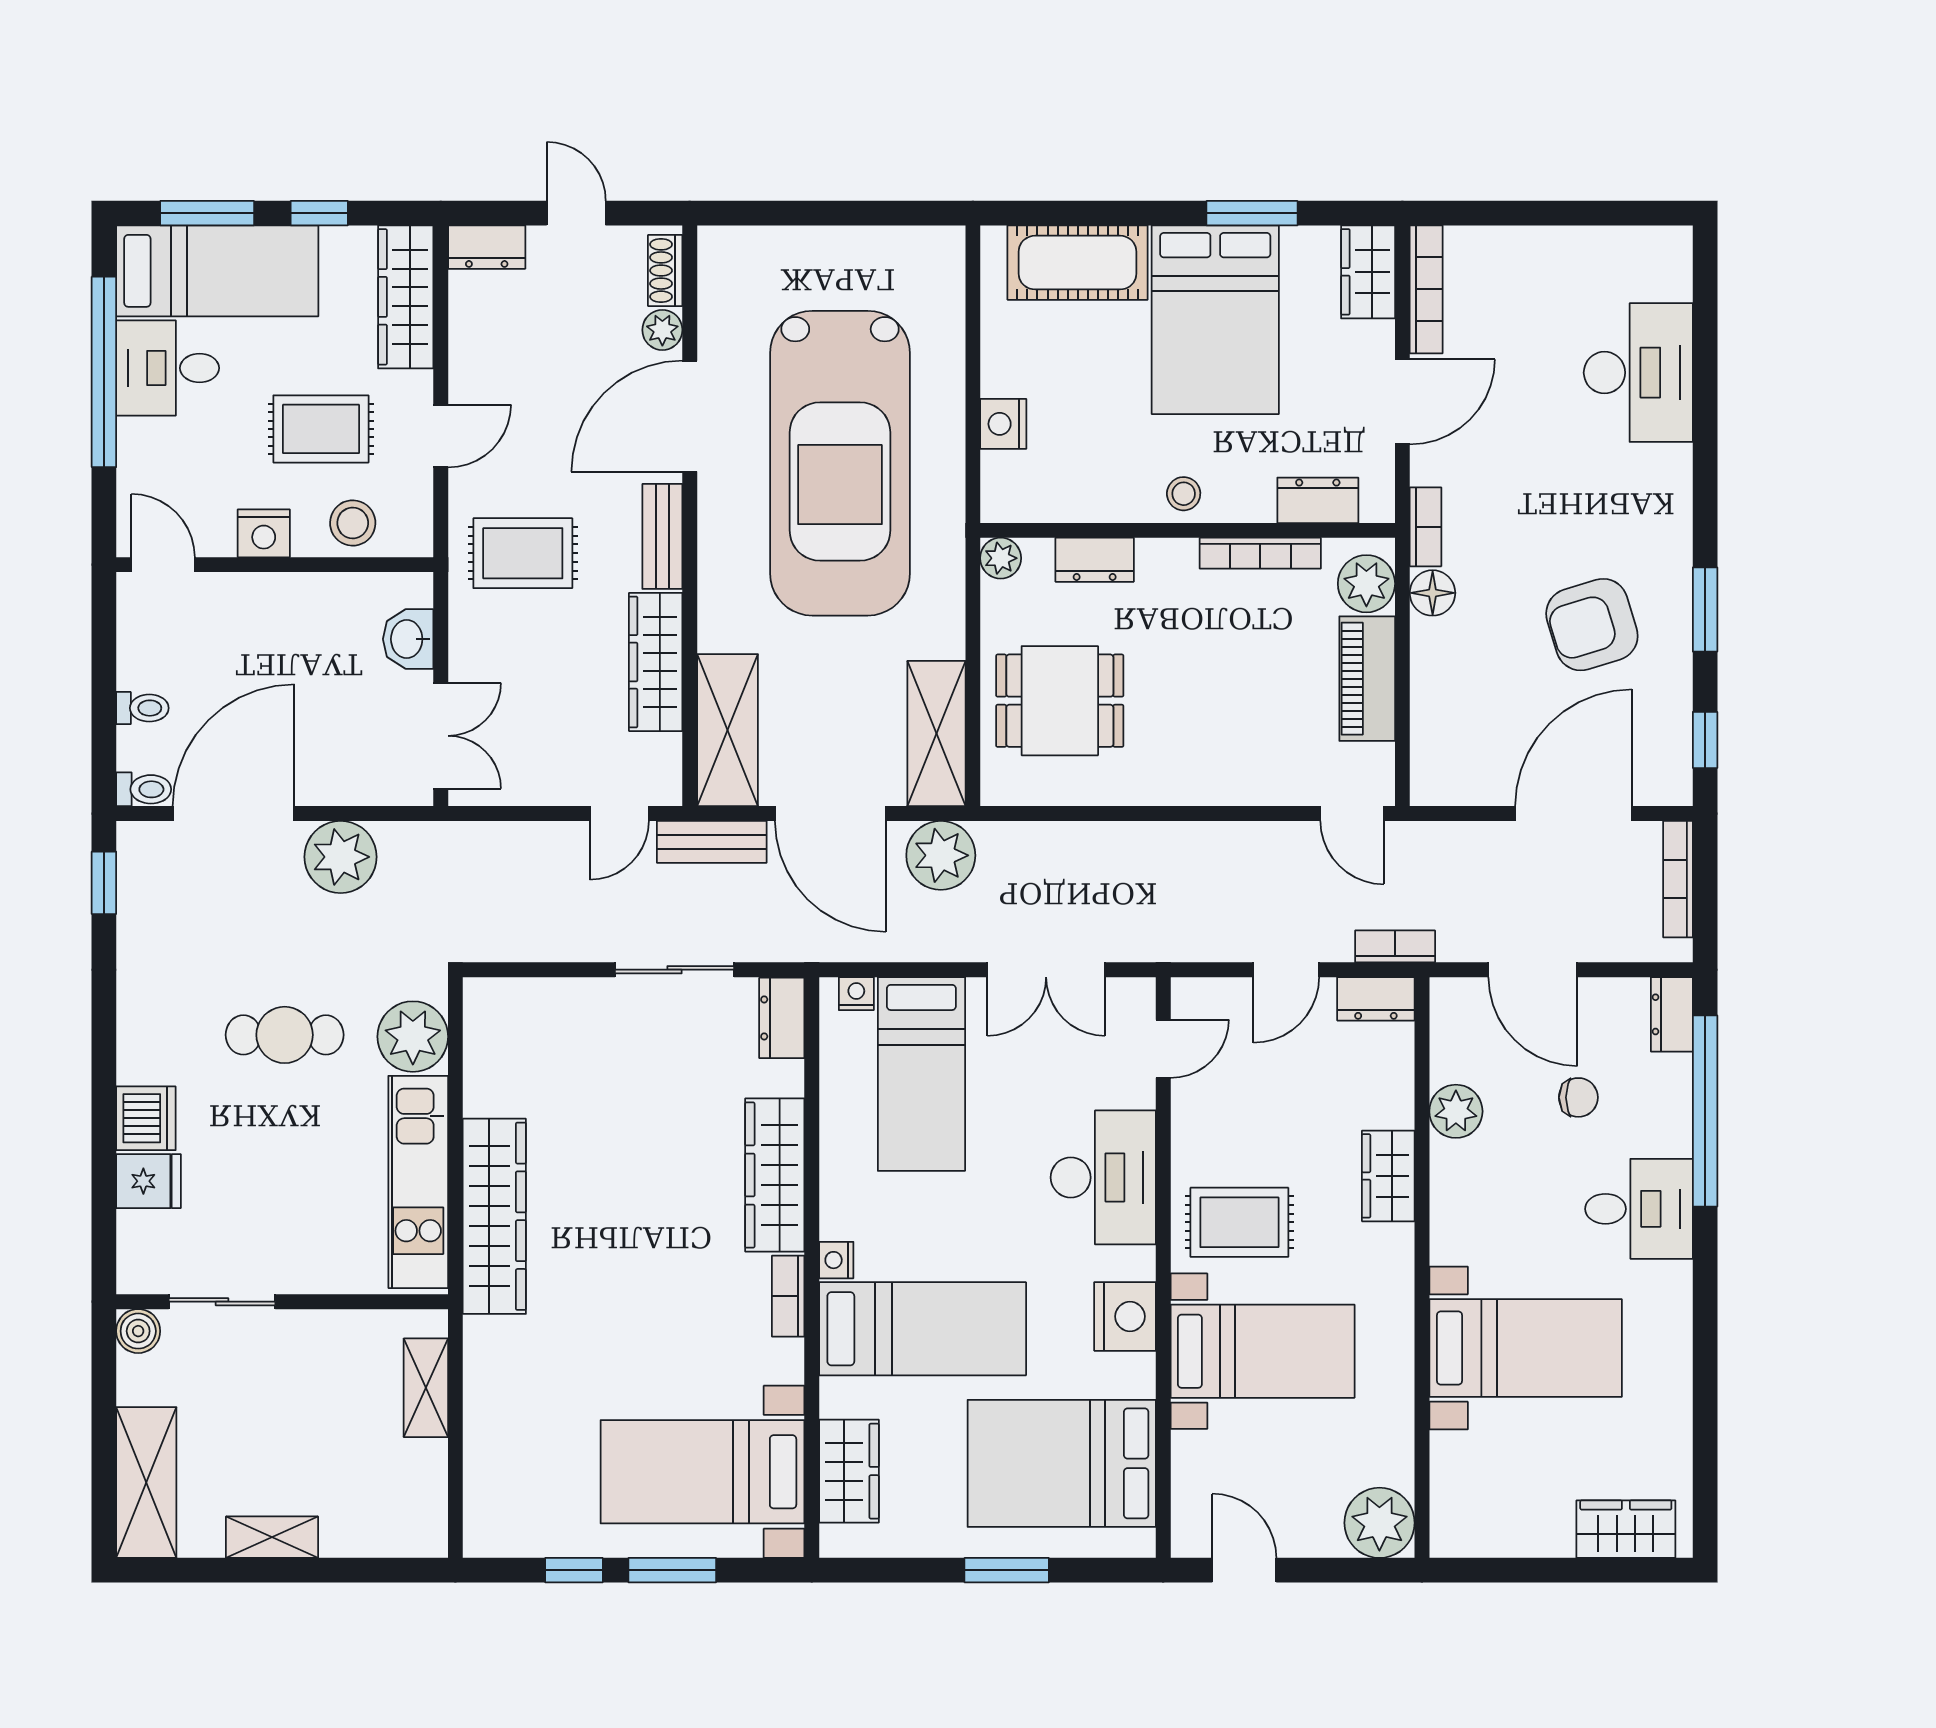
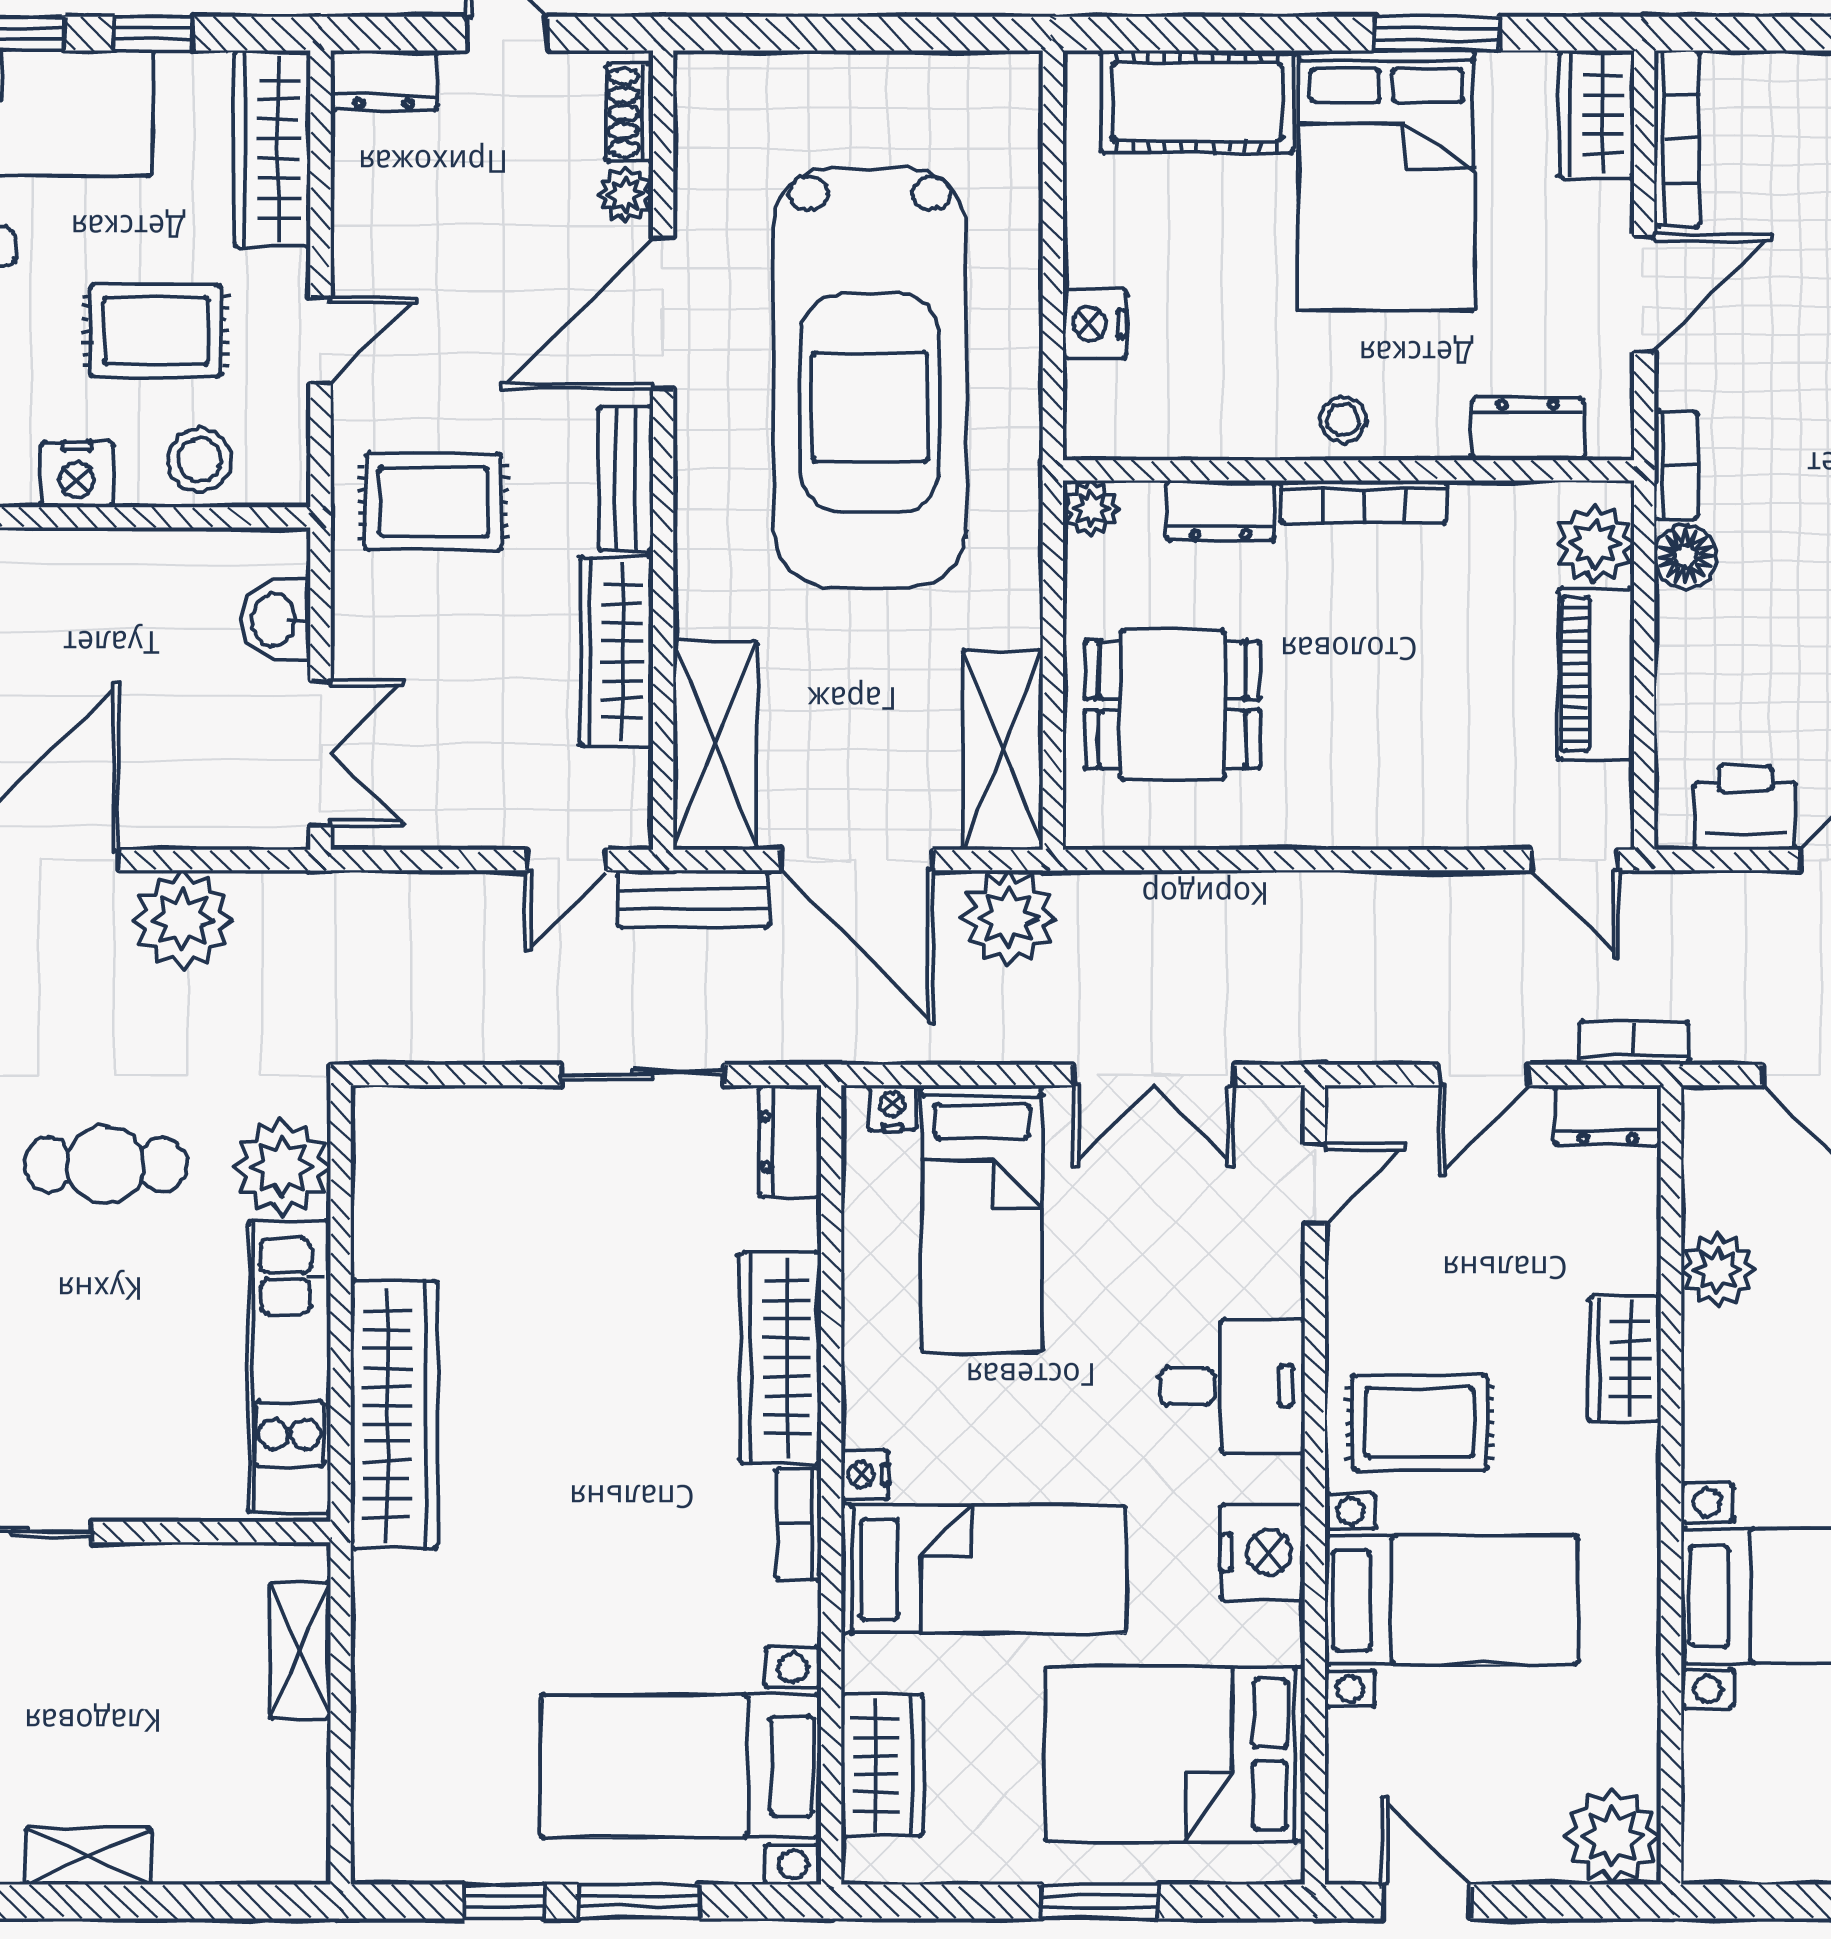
bookcase: (1260, 553) -> (1363, 502), moved
printer: (1476, 776) -> (1745, 808), added
desk: (1103, 1177) -> (1232, 1386), width x0.73

